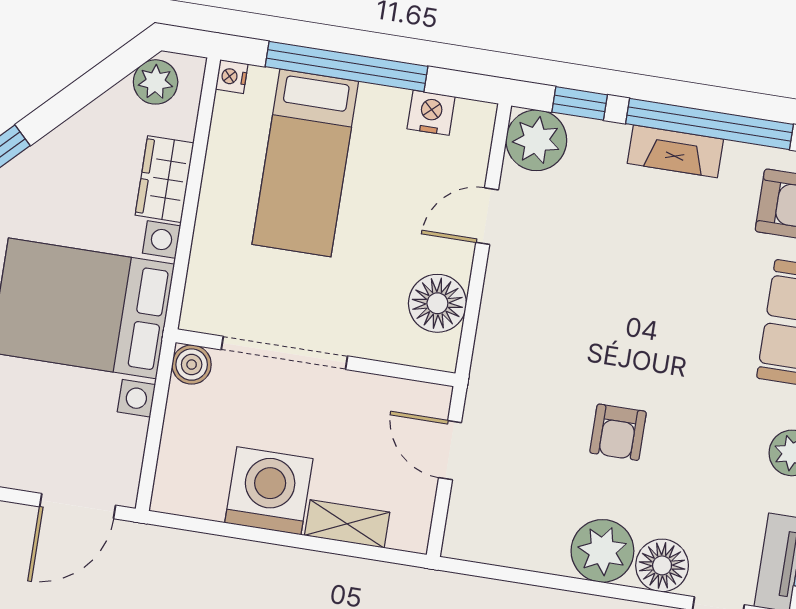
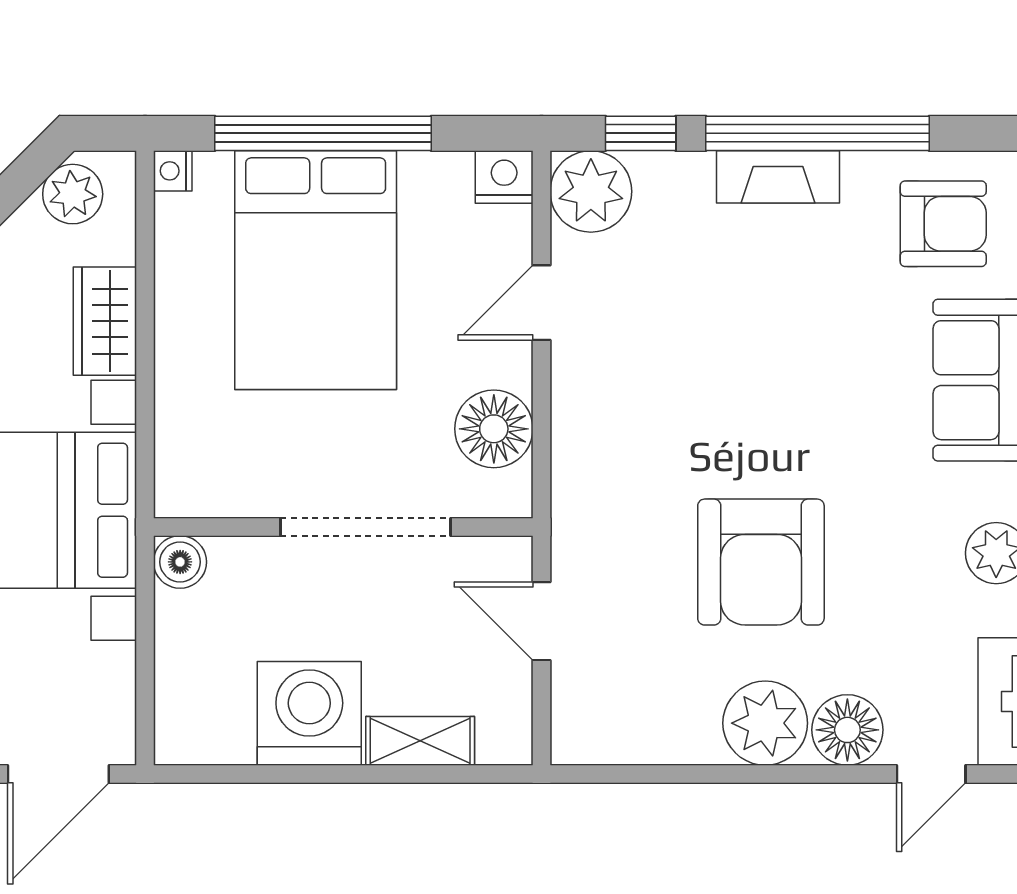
nightstand: (431, 113) -> (504, 177), moved
bed: (305, 163) -> (316, 270), width x1.50
doorway: (284, 353) -> (365, 527), moved
armchair: (618, 432) -> (761, 562), width x1.88, depth x1.88

